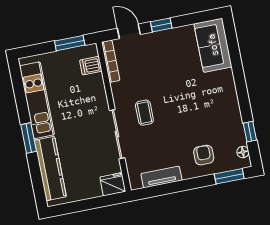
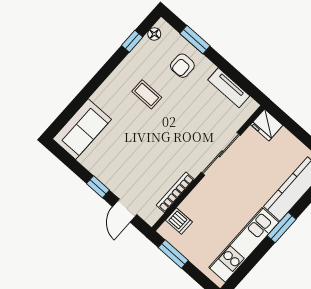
bookcase: (111, 61) -> (175, 192), moved
coffee table: (144, 113) -> (147, 94), moved, turned 90
window: (229, 176) -> (195, 40), moved

